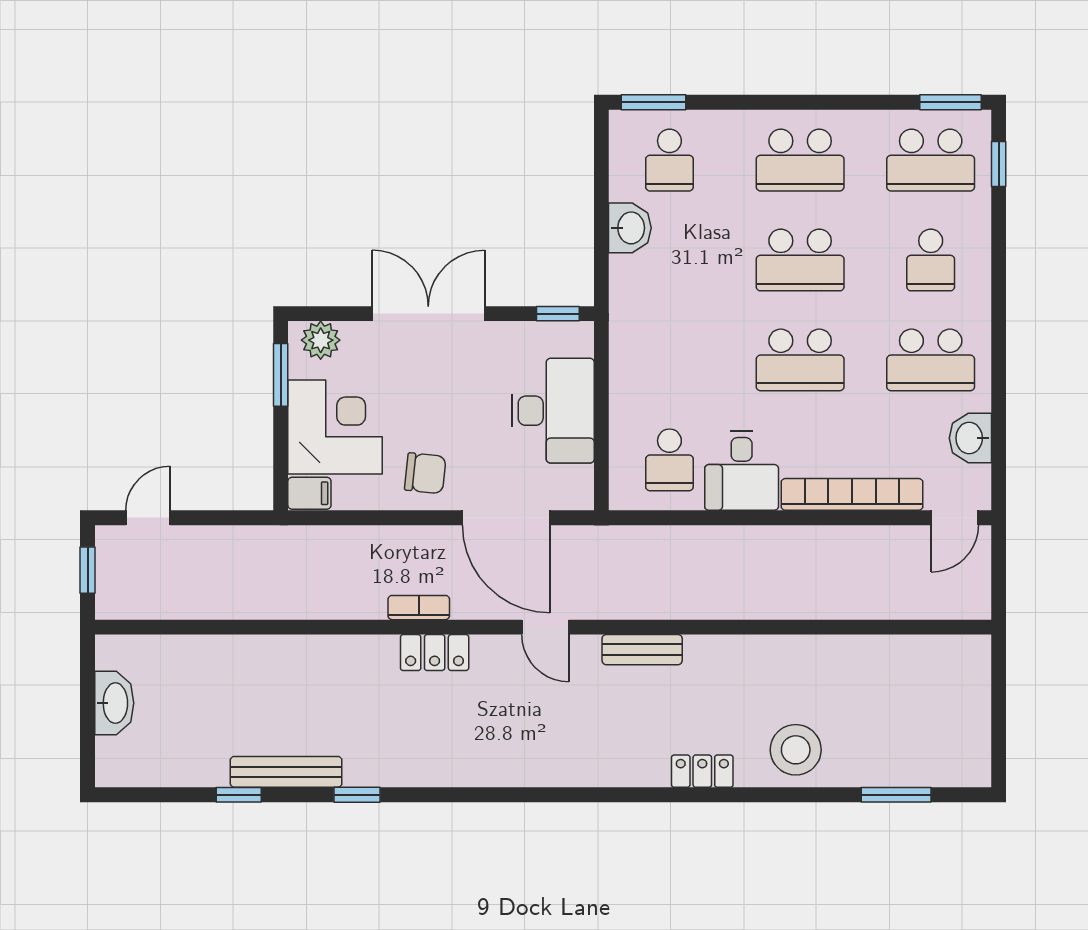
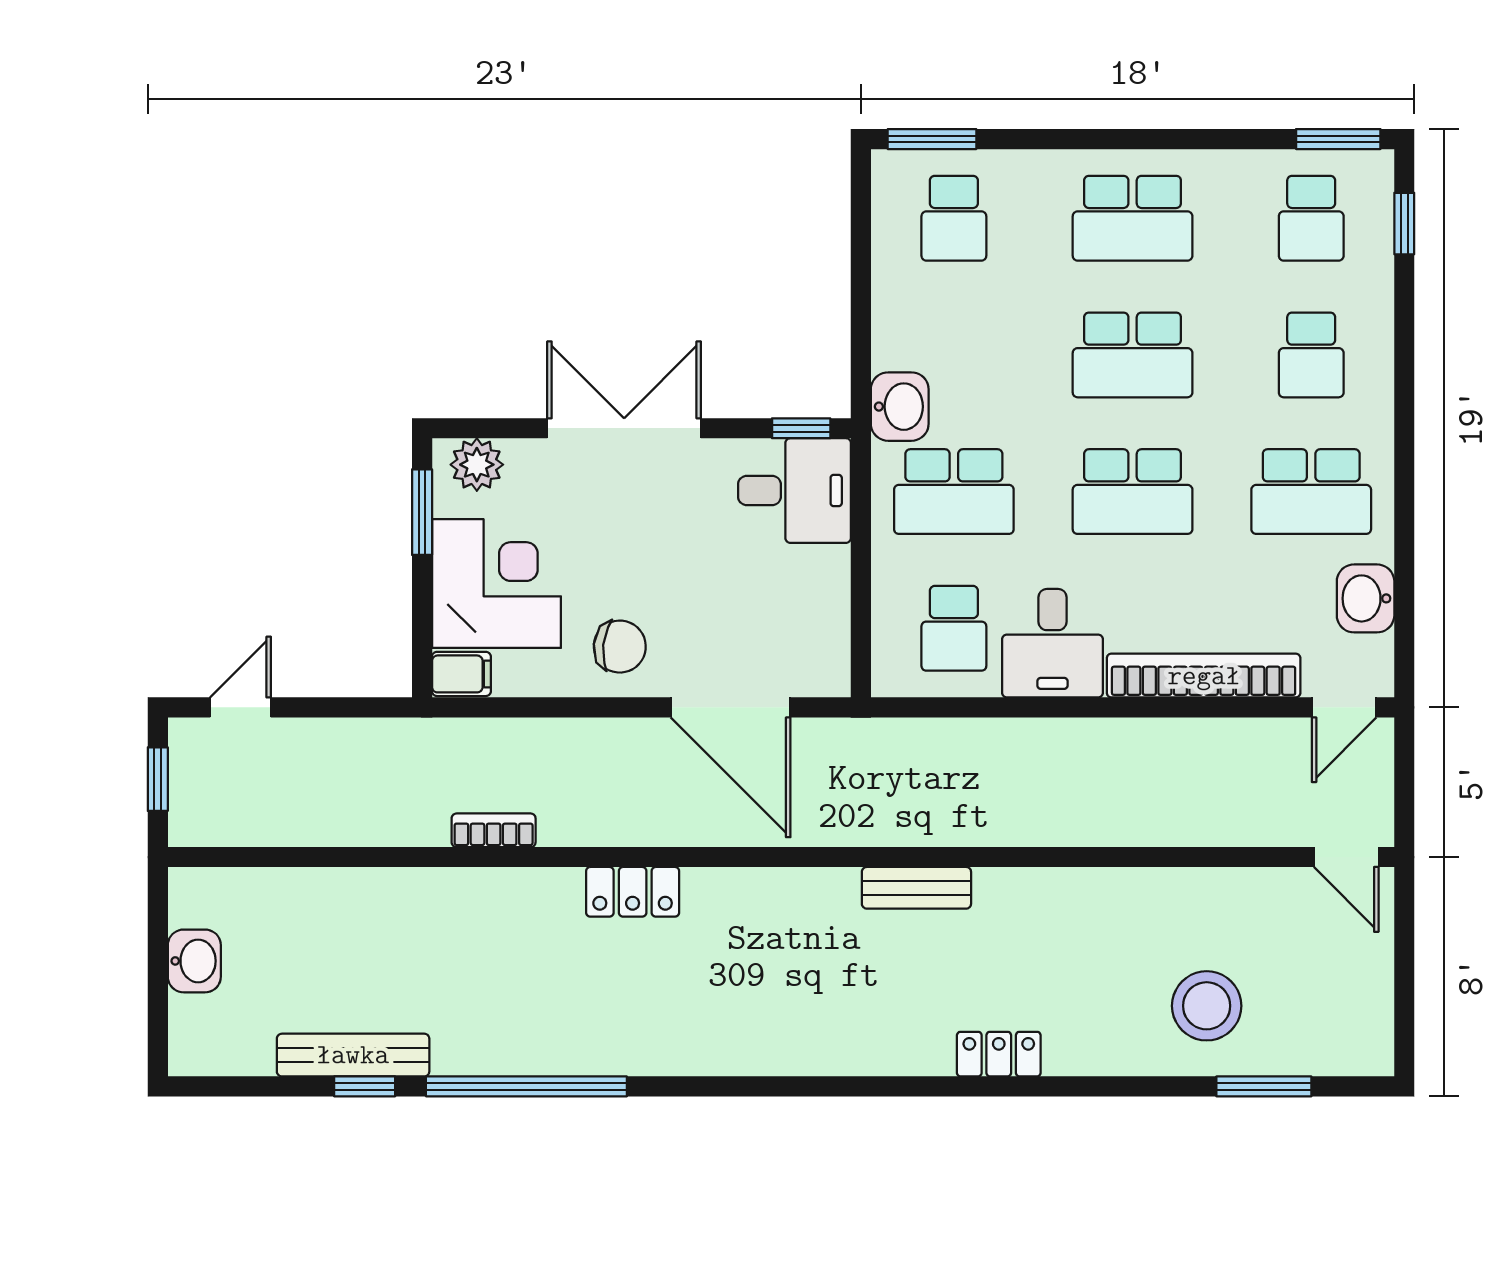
school desk: (931, 160) -> (1311, 218), width x0.54
washbasin: (630, 228) -> (900, 407), moved
school desk: (669, 360) -> (954, 492), added
desk: (553, 411) -> (794, 491), moved, width x0.73
bookcase: (419, 608) -> (494, 830), moved
door: (545, 627) -> (1346, 857), moved
washbasin: (114, 703) -> (194, 961), width x0.72
stool: (796, 750) -> (1207, 1006), moved
bench: (286, 772) -> (353, 1055), moved
window: (357, 795) -> (526, 1086), width x3.17

